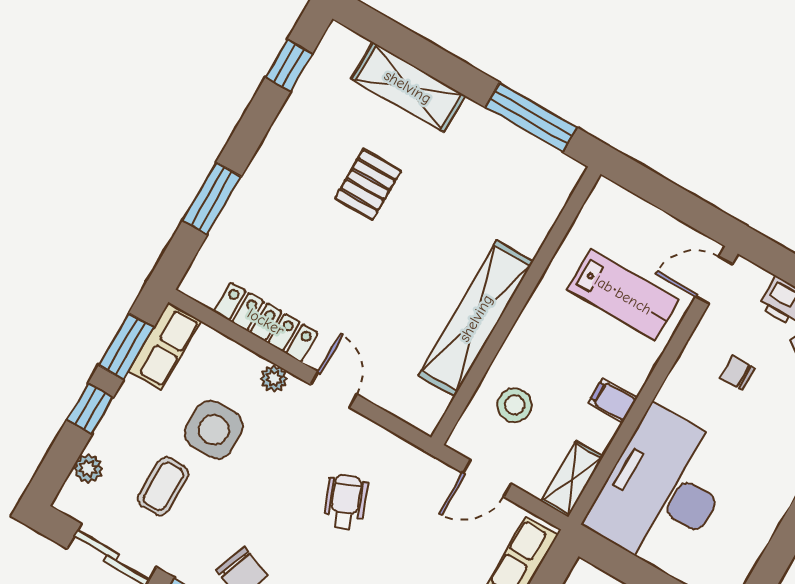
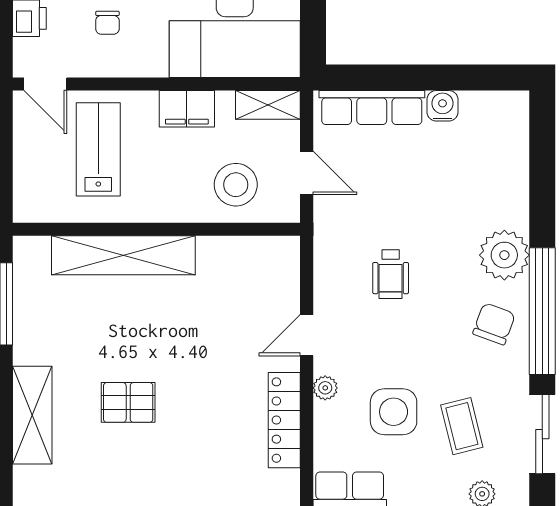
shelving: (476, 318) -> (123, 255), moved
filing cabinet: (613, 401) -> (187, 109), width x2.00
stool: (515, 405) -> (236, 185), width x1.38, depth x1.38
coffee table: (163, 486) -> (462, 426), turned 76
wheelchair: (345, 502) -> (391, 274), turned -68

